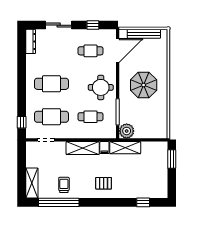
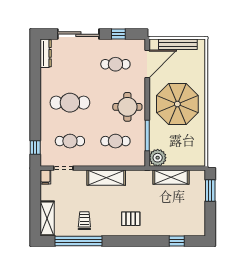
sliding door: (59, 25) -> (78, 34), width x1.37
parasol: (144, 85) -> (177, 104), width x1.36, depth x1.36
cafe table: (51, 117) -> (70, 141), width x0.73, depth x0.74
filing cabinet: (104, 148) -> (45, 177), moved
shelving: (125, 148) -> (171, 177), moved

